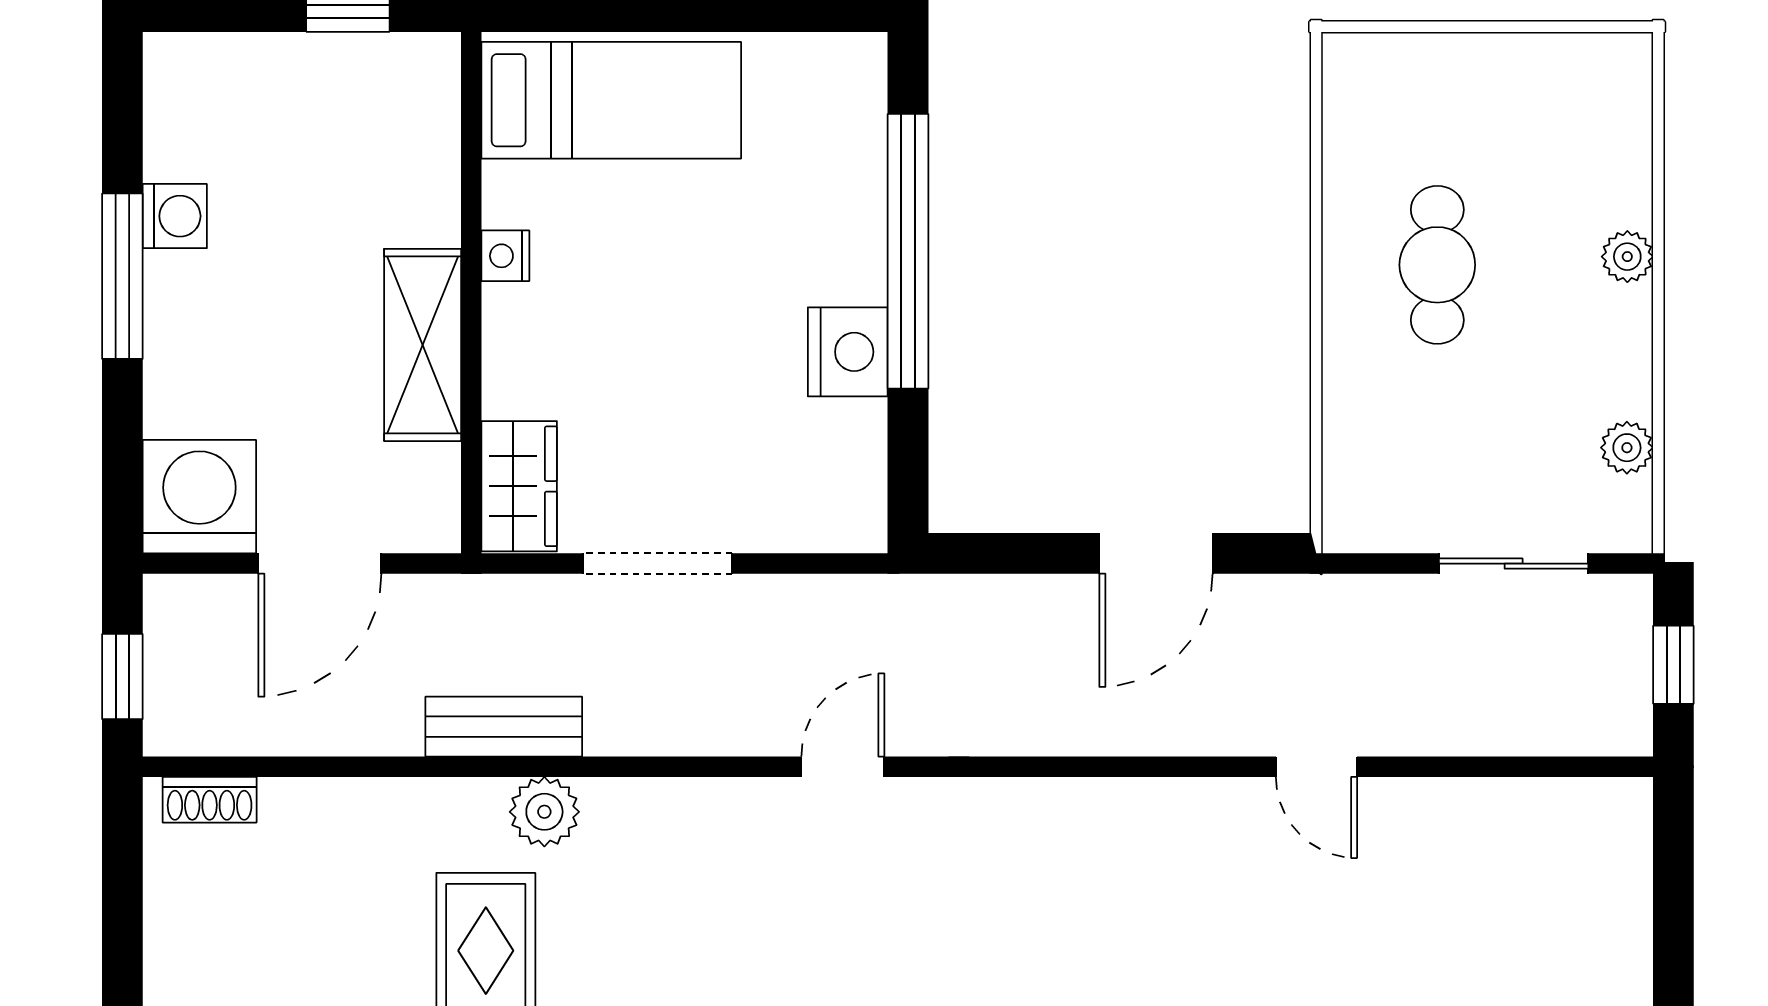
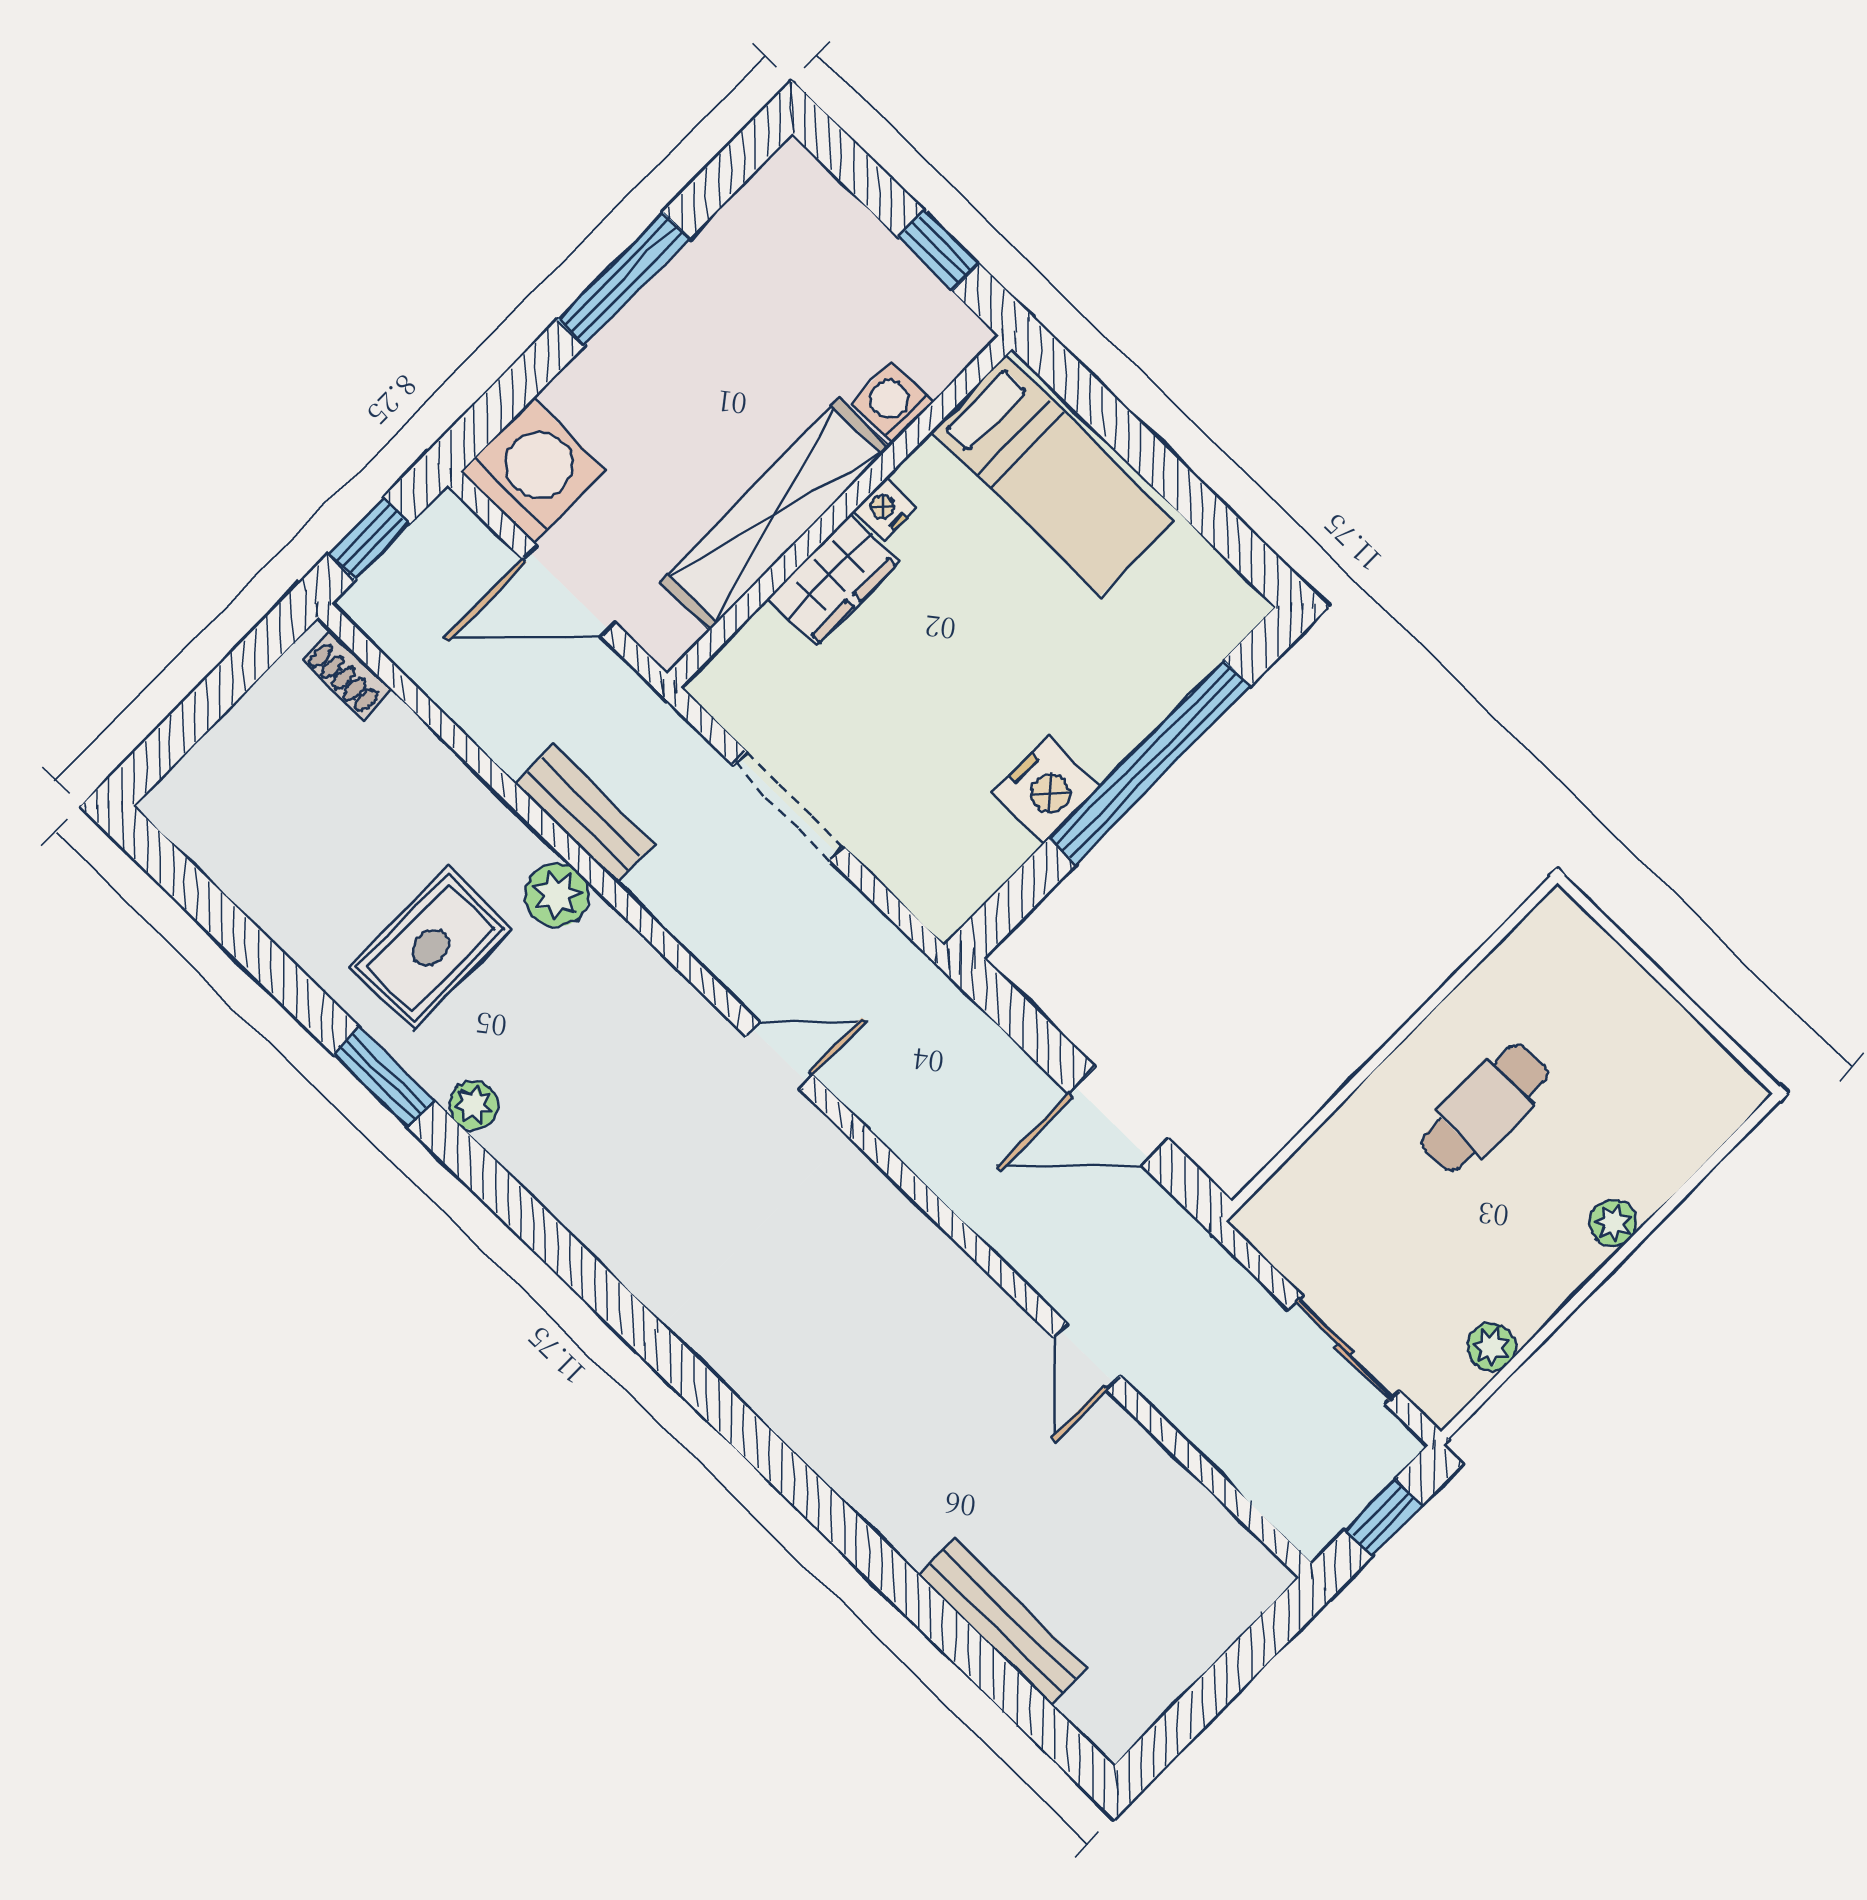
washing machine: (175, 216) -> (892, 402), moved, turned 180
shelving: (423, 345) -> (775, 514), width x1.47
wardrobe: (519, 486) -> (833, 580), moved

